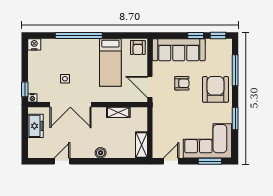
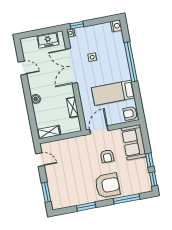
sofa: (179, 50) -> (134, 142), width x0.73
corner sofa: (207, 141) -> (63, 187), removed

